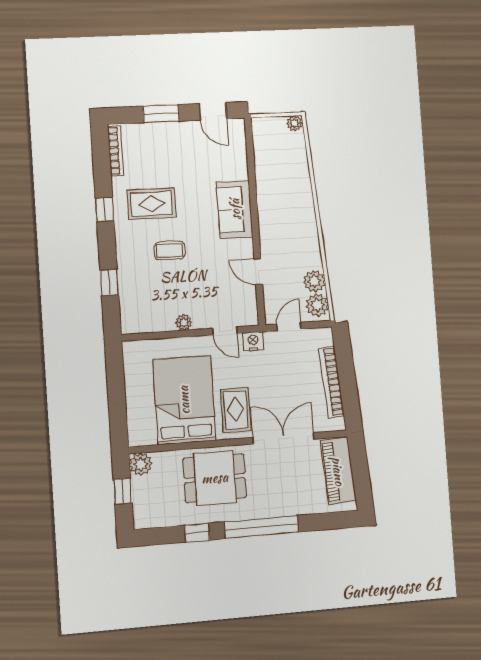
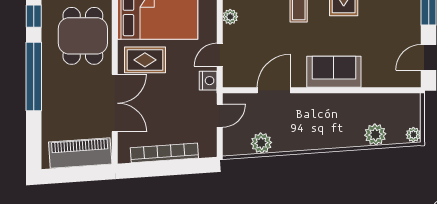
door: (258, 272) -> (274, 90), width x1.38
plant: (317, 305) -> (375, 135), moved
door: (289, 327) -> (220, 116), hinge flipped

